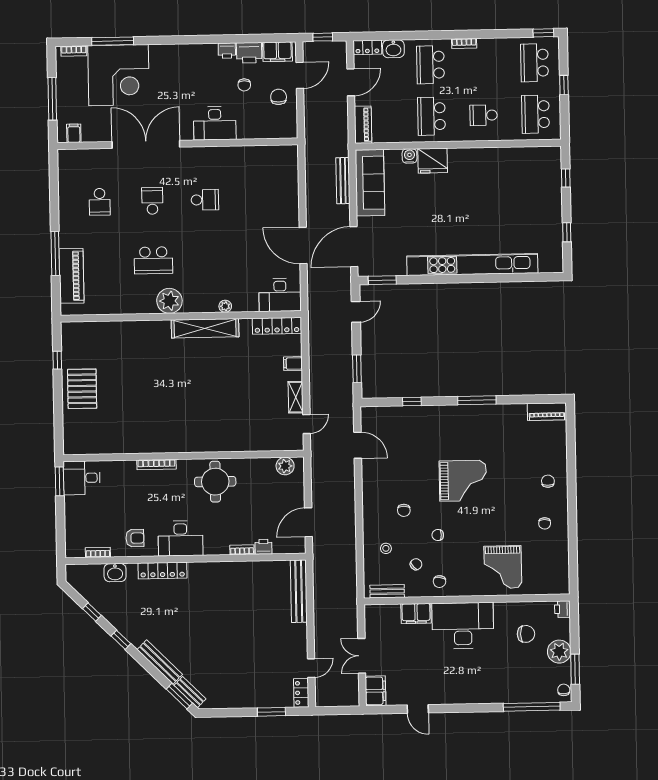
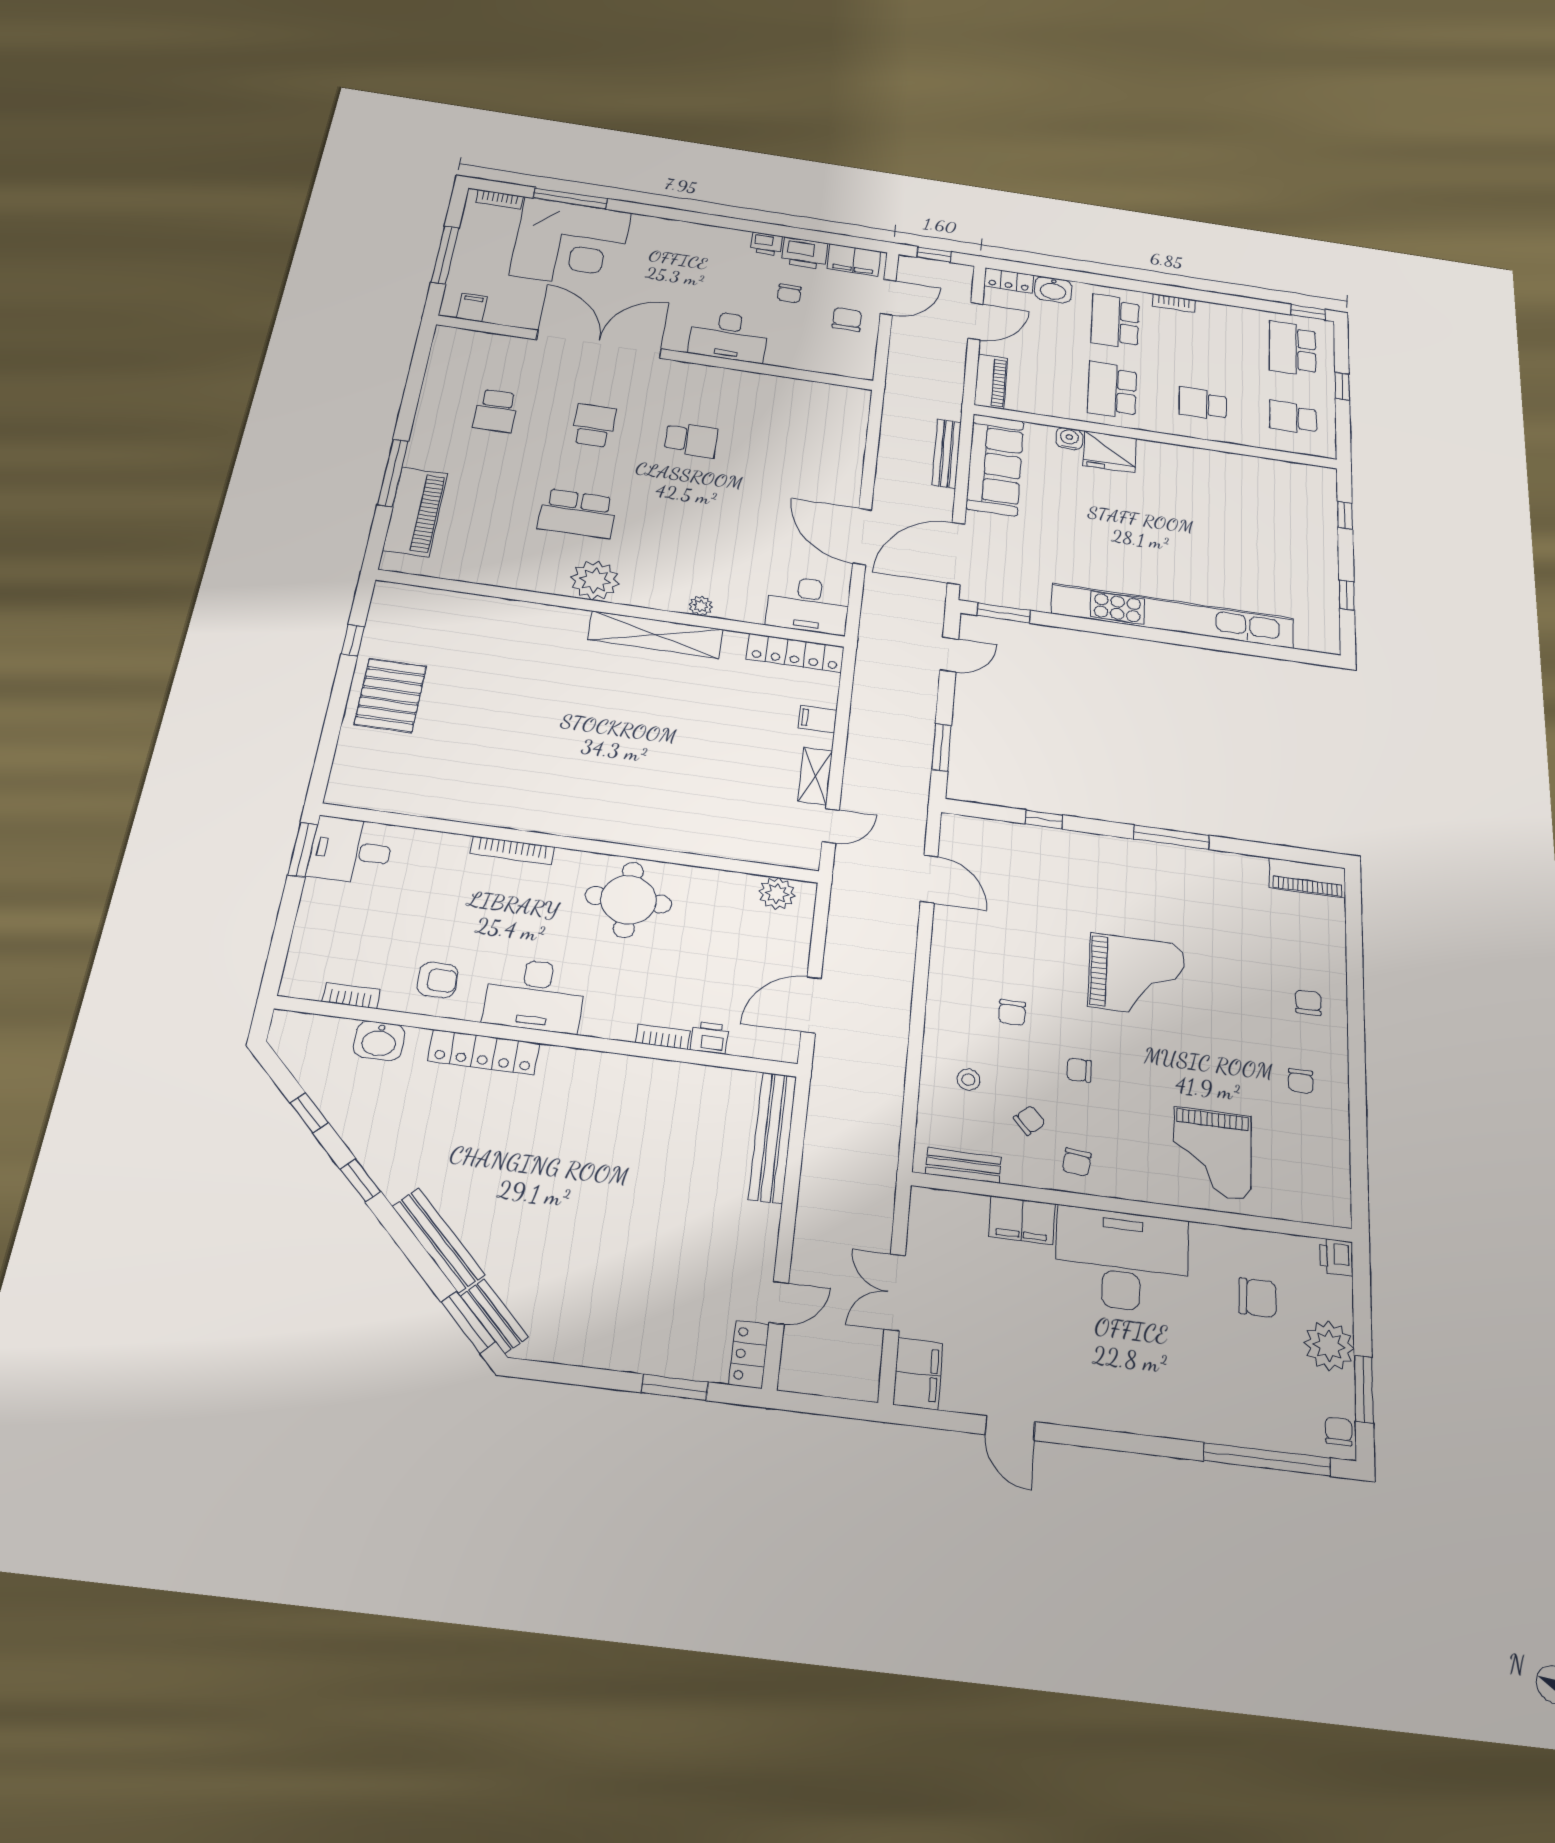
school desk: (536, 114) -> (1293, 417), width x0.54

